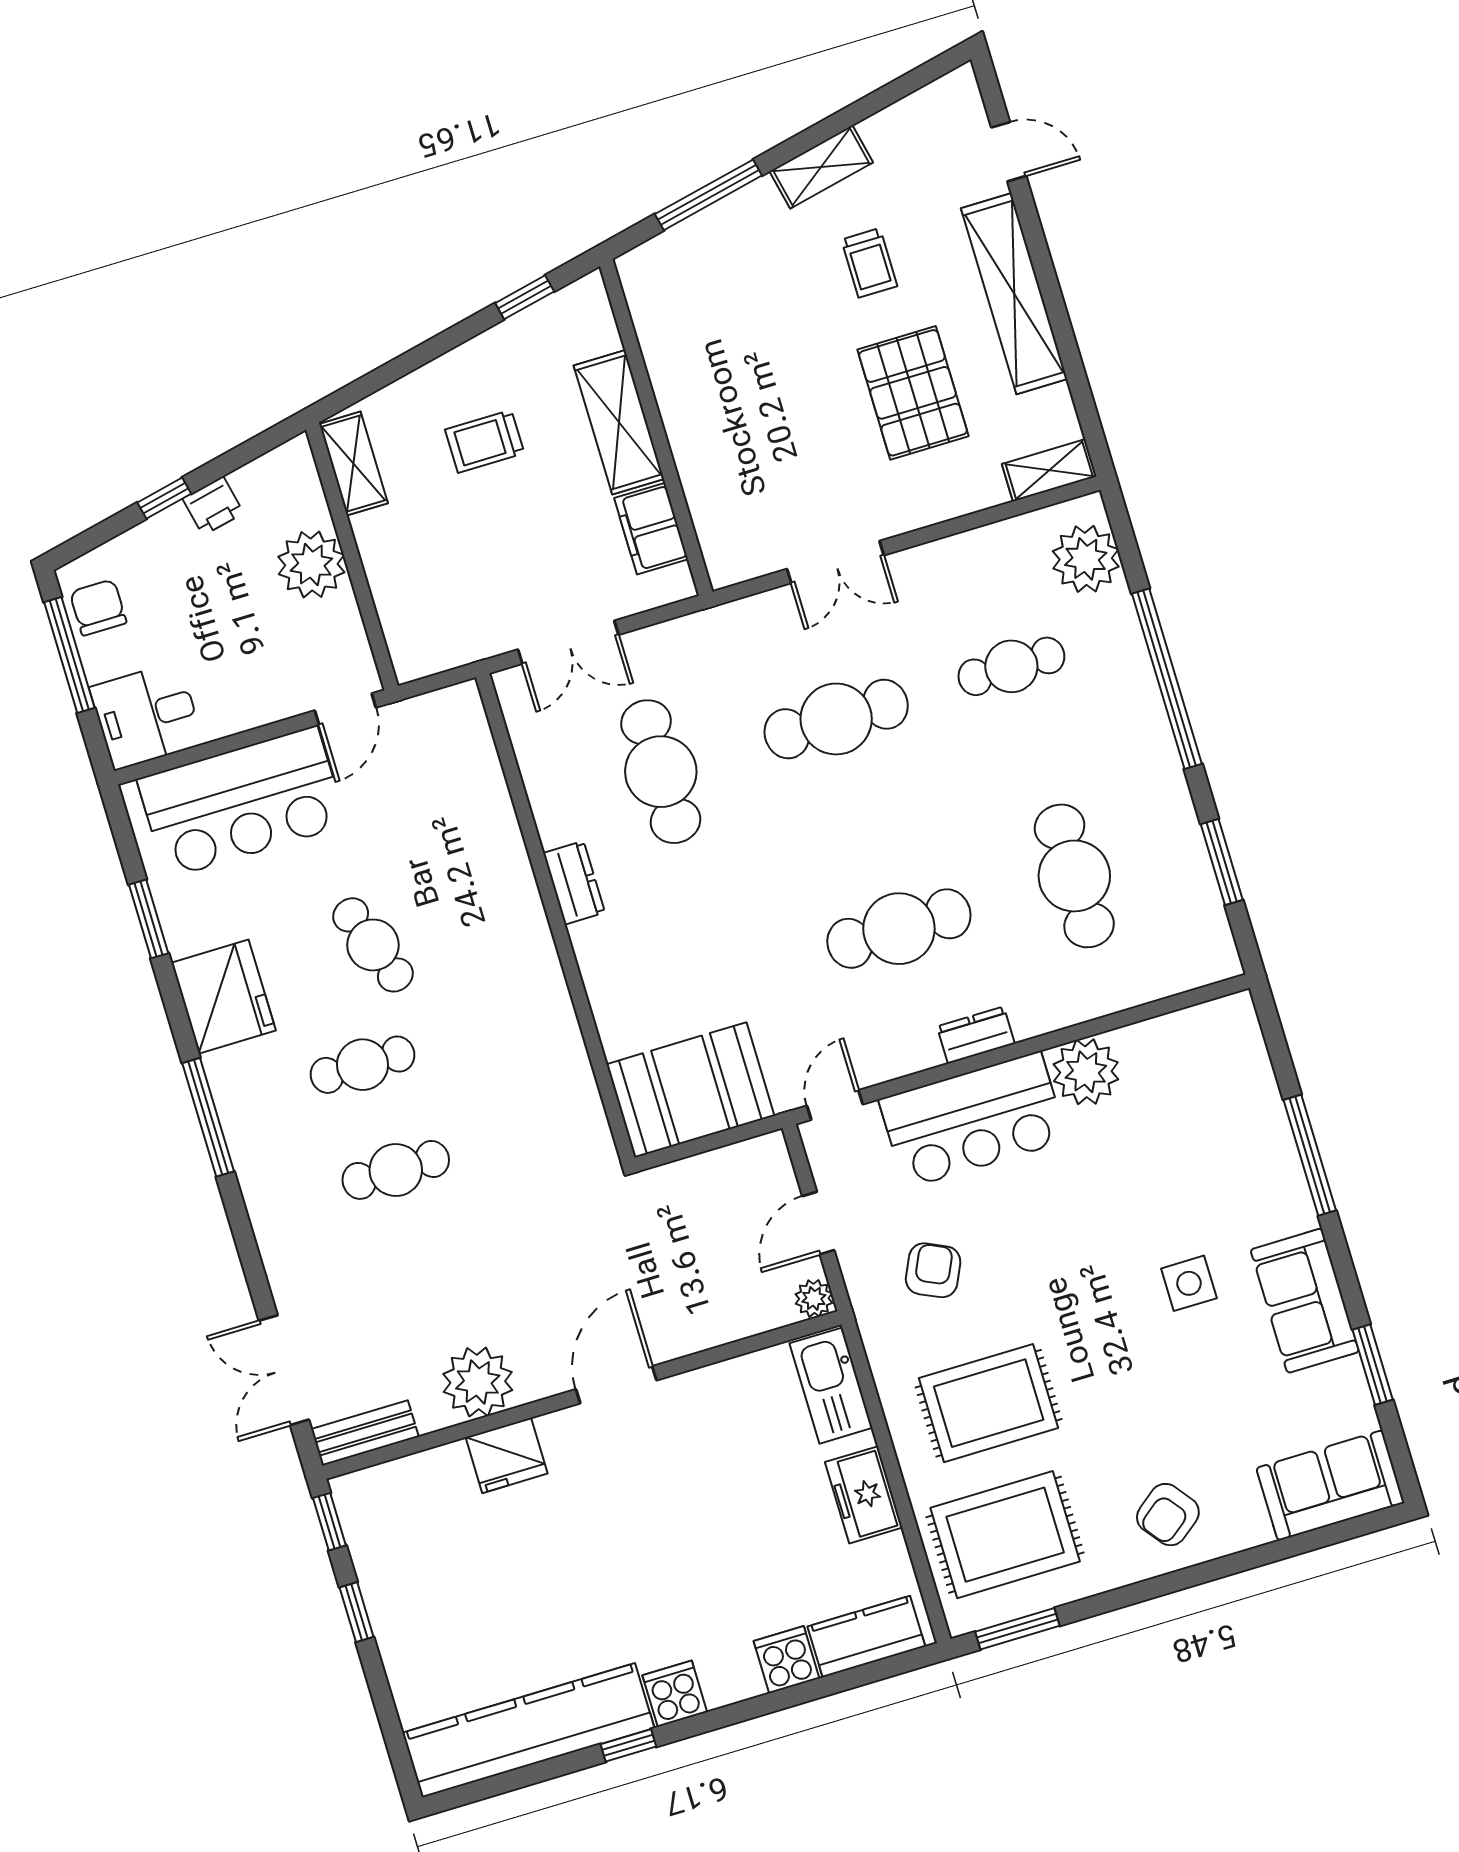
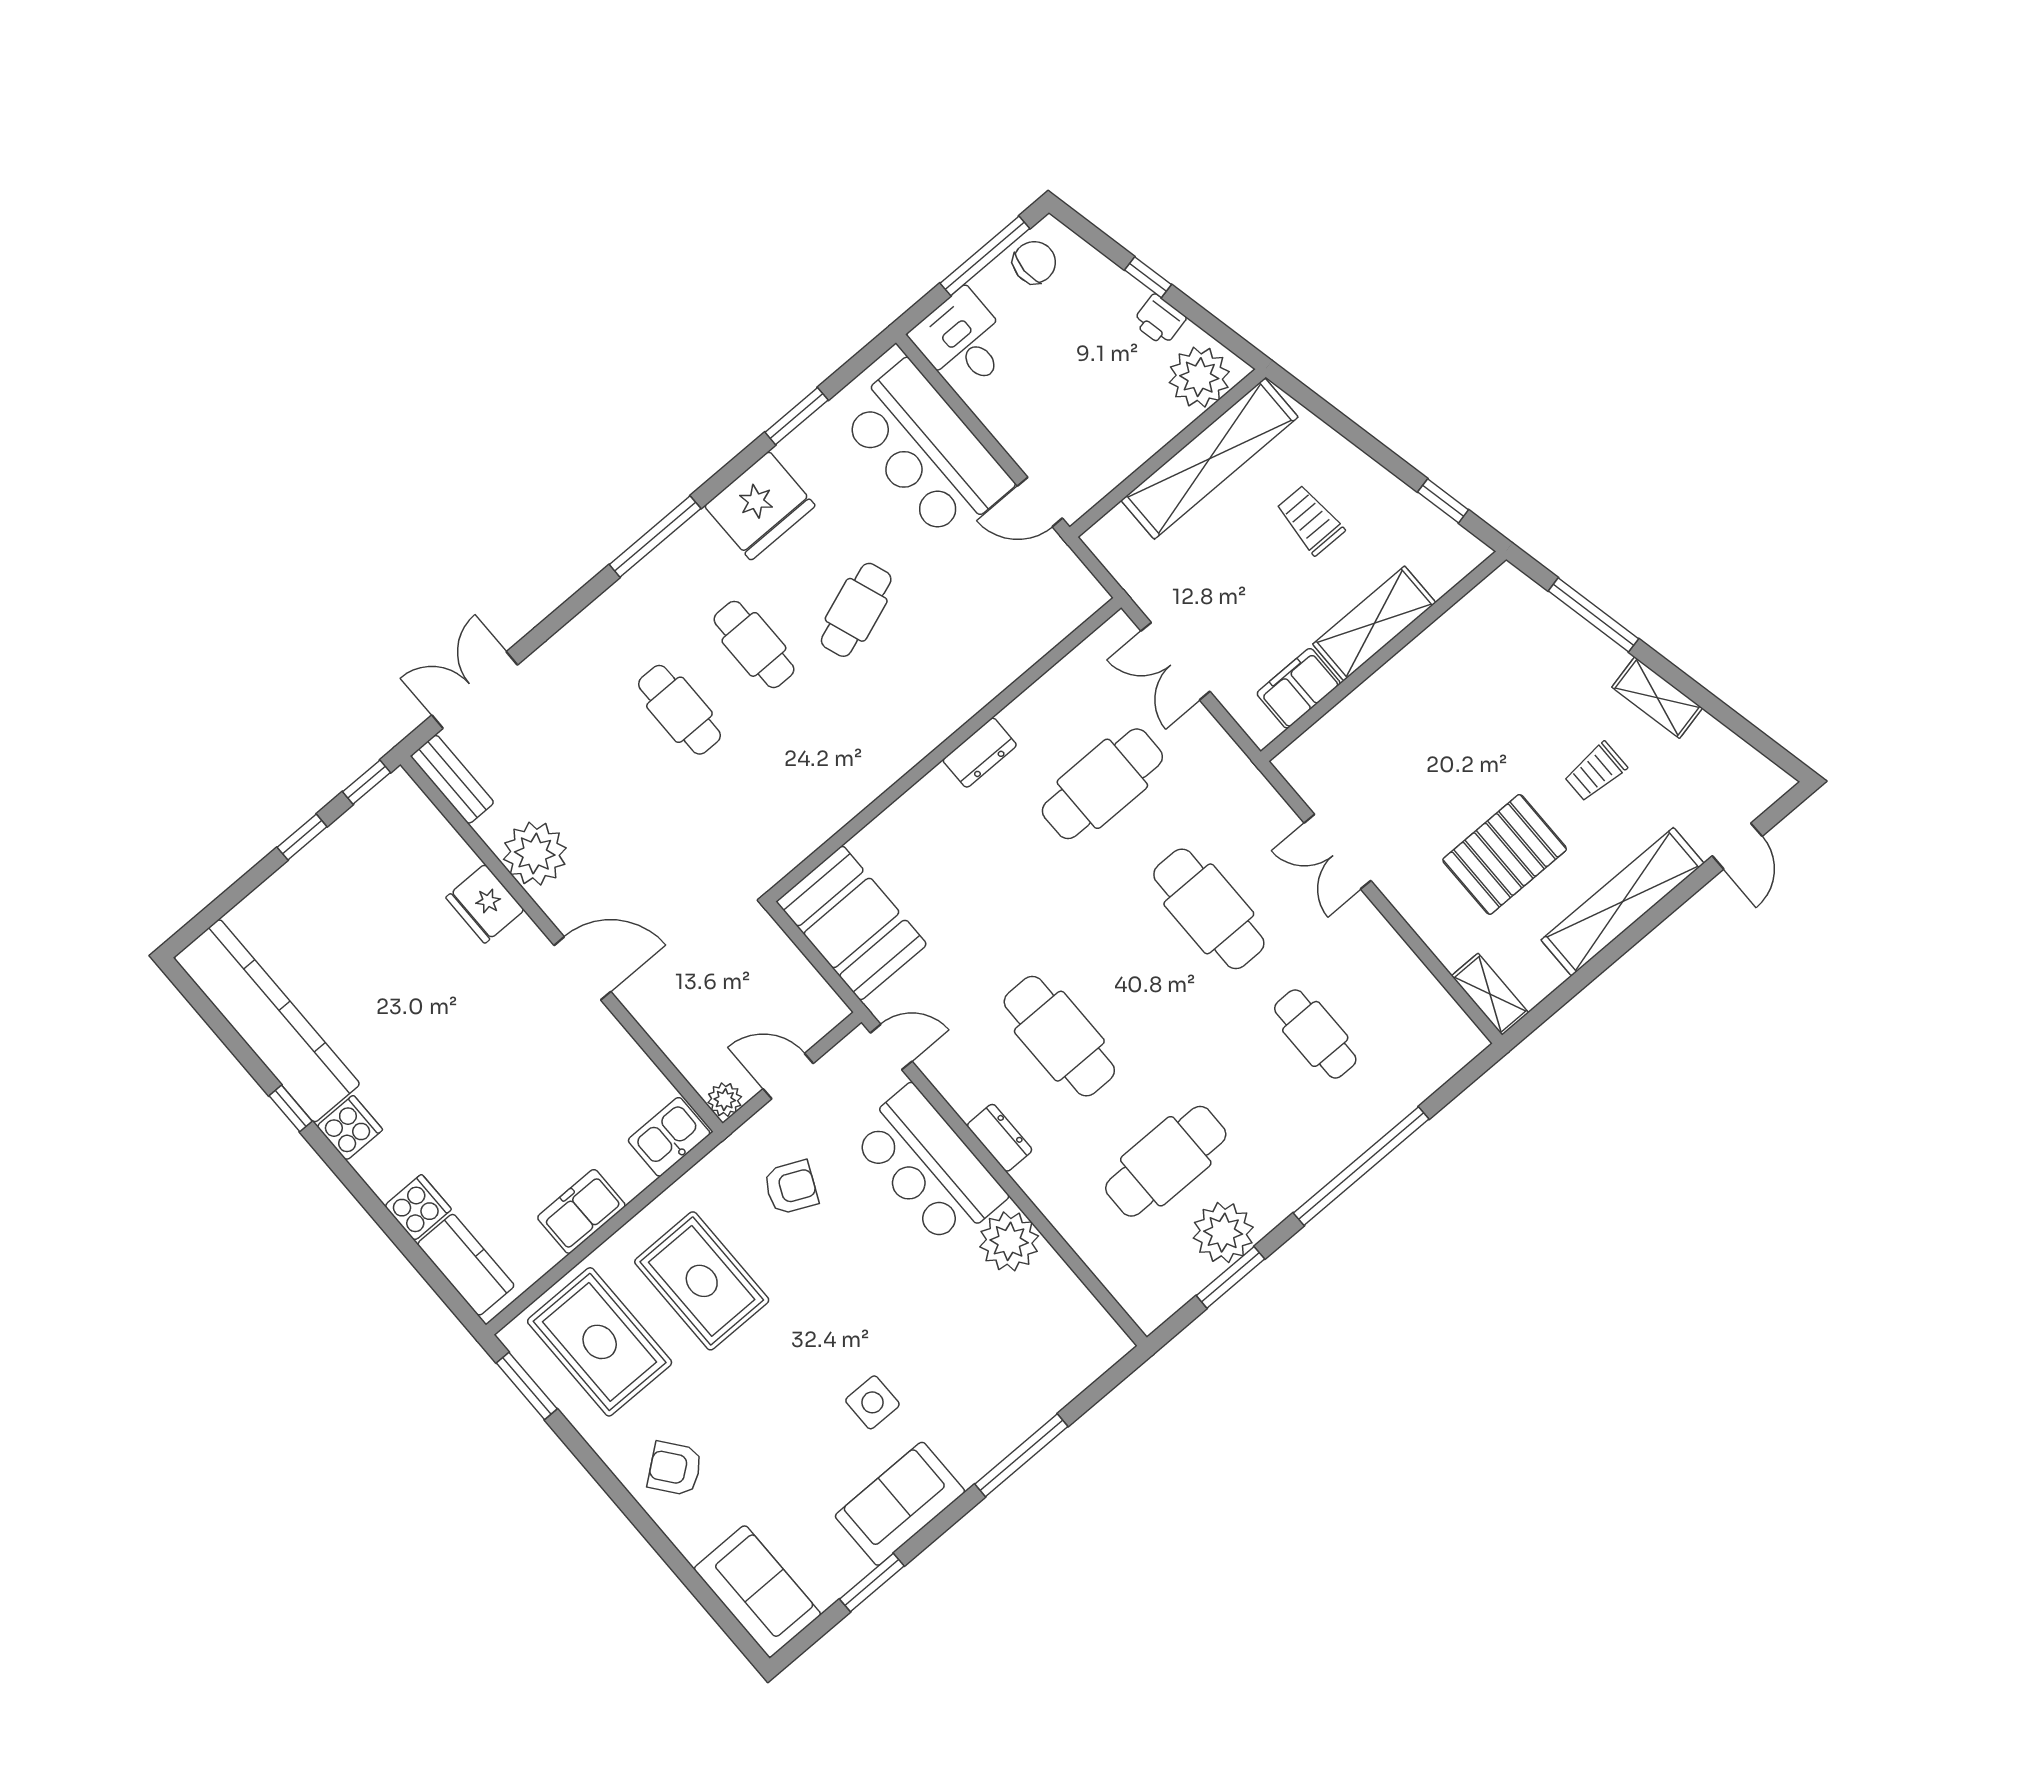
shelving: (353, 464) -> (1210, 459), width x2.20, depth x1.33
plant: (1086, 559) -> (1223, 1233), moved
plant: (311, 565) -> (1199, 377), moved
kitchen sink: (831, 1386) -> (669, 1137), width x0.73

